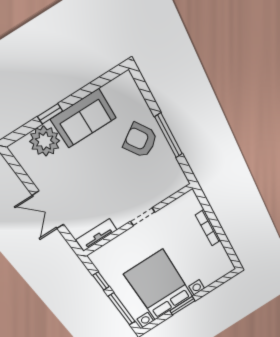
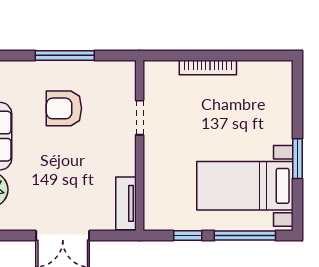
armchair: (140, 140) -> (64, 108), moved, turned 34
doorway: (143, 217) -> (140, 118), moved
bed with nightstands: (159, 285) -> (245, 186), width x0.73

